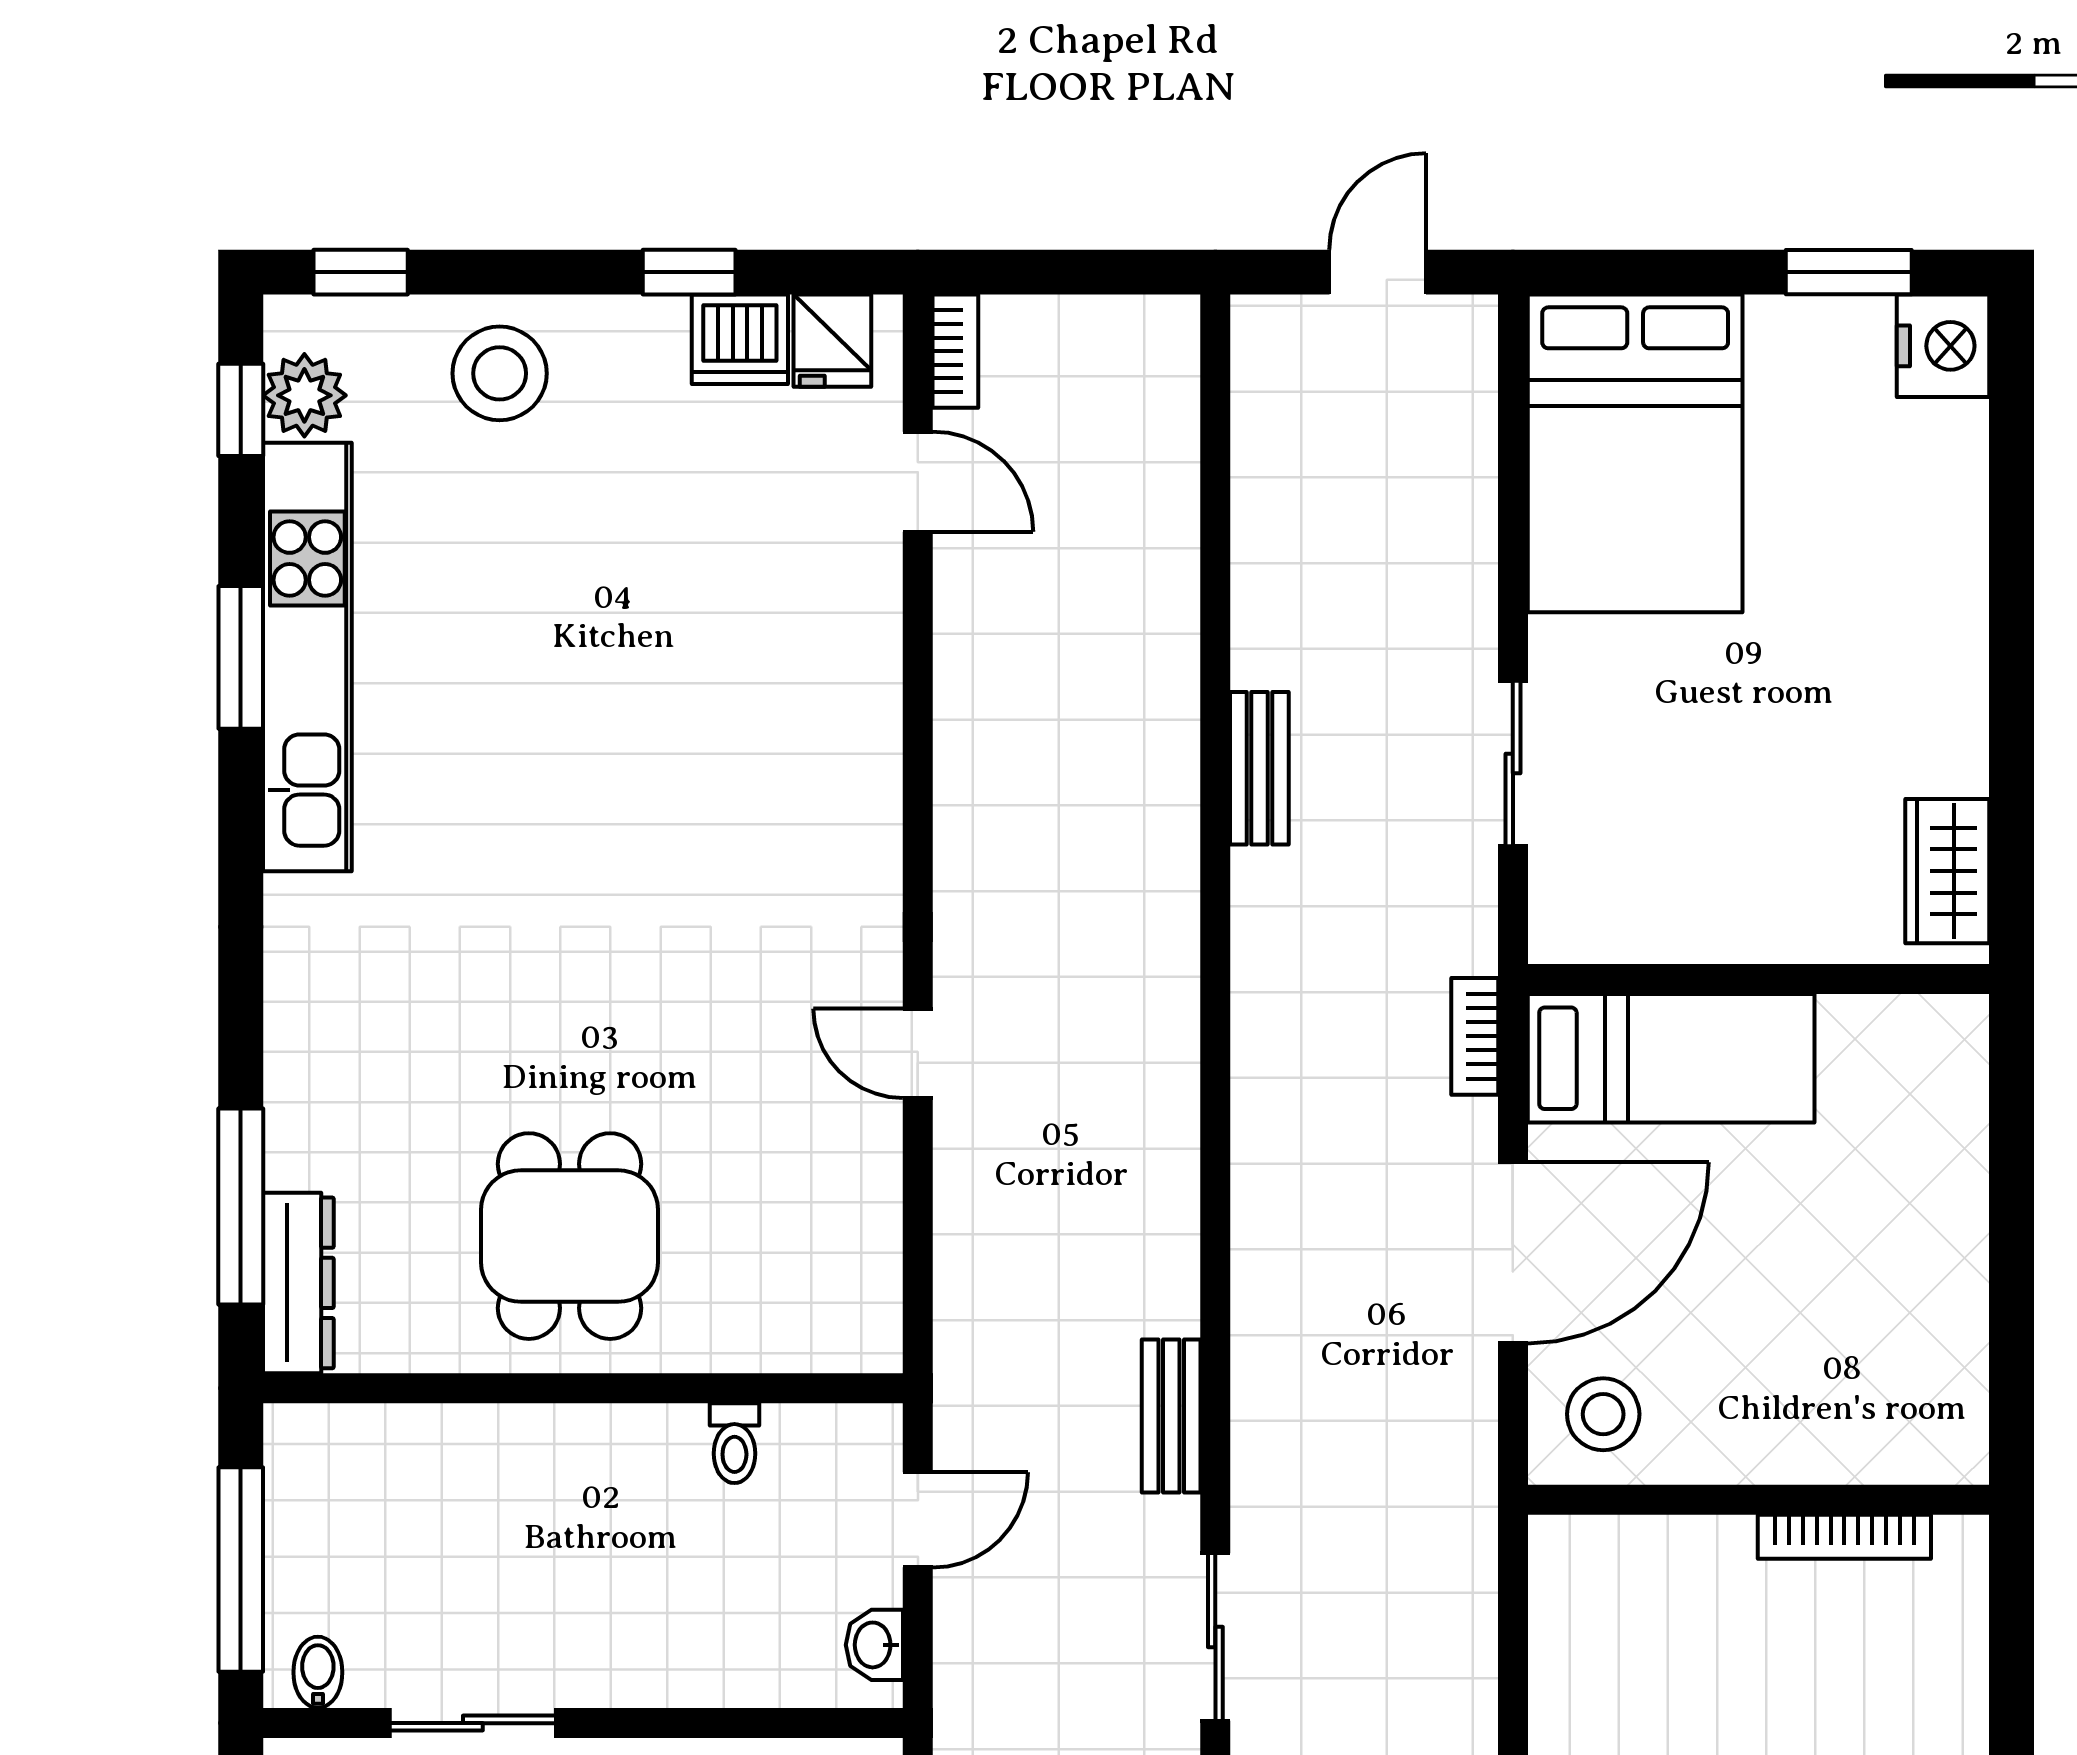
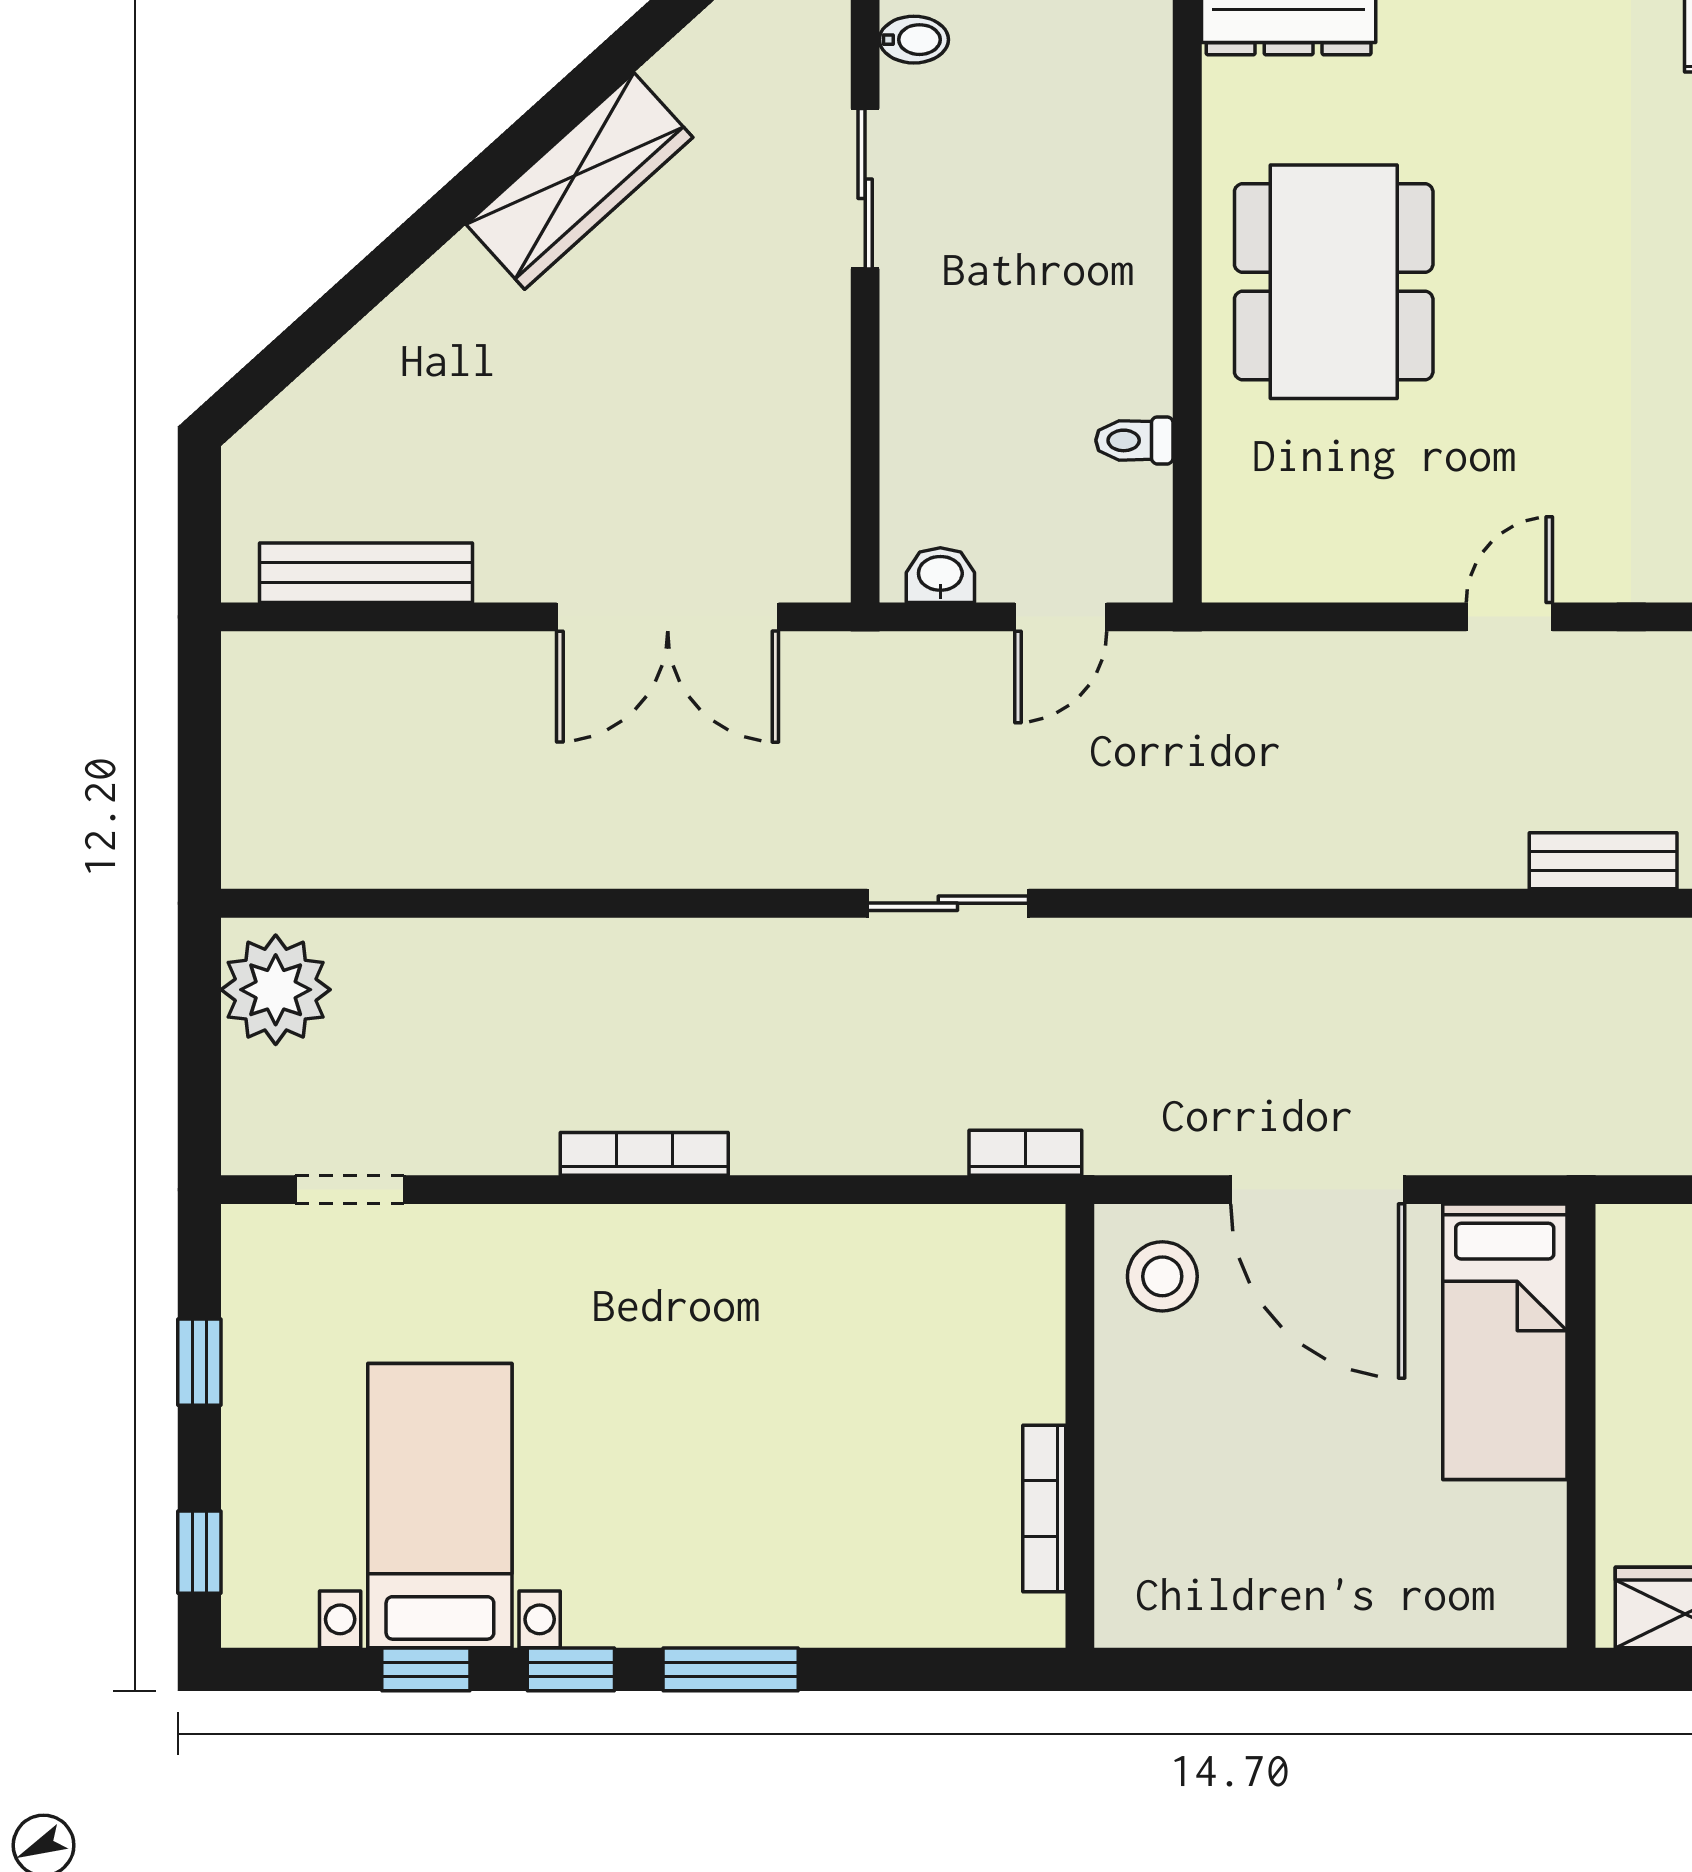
bookcase: (1475, 1036) -> (1025, 1153), moved
dining table: (570, 1236) -> (1334, 282), width x1.38
bench: (1171, 1416) -> (1603, 861), moved
door: (918, 1520) -> (1061, 617), hinge flipped

